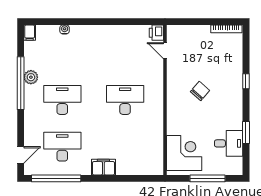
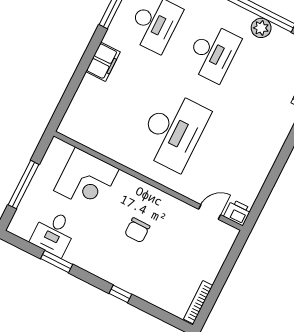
chair: (200, 91) -> (137, 230), turned 49
desk: (125, 100) -> (173, 131), width x1.36, depth x1.30
corner desk: (184, 153) -> (86, 180), moved

